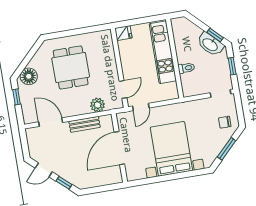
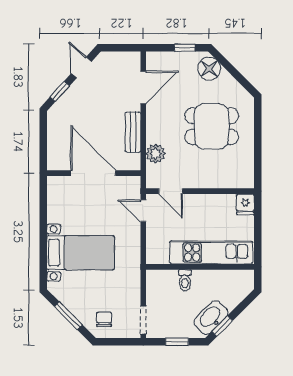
bed with nightstands: (171, 149) -> (81, 253), width x0.73

